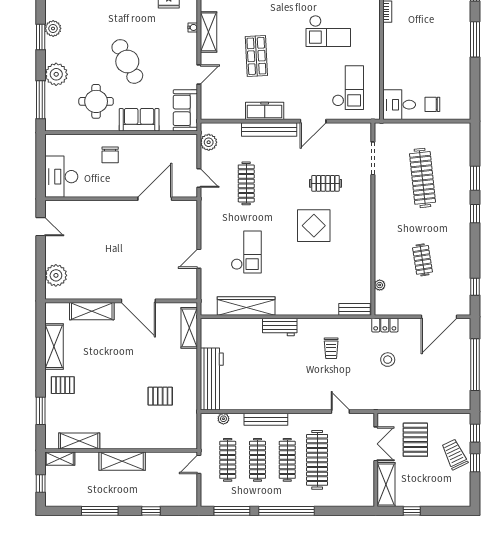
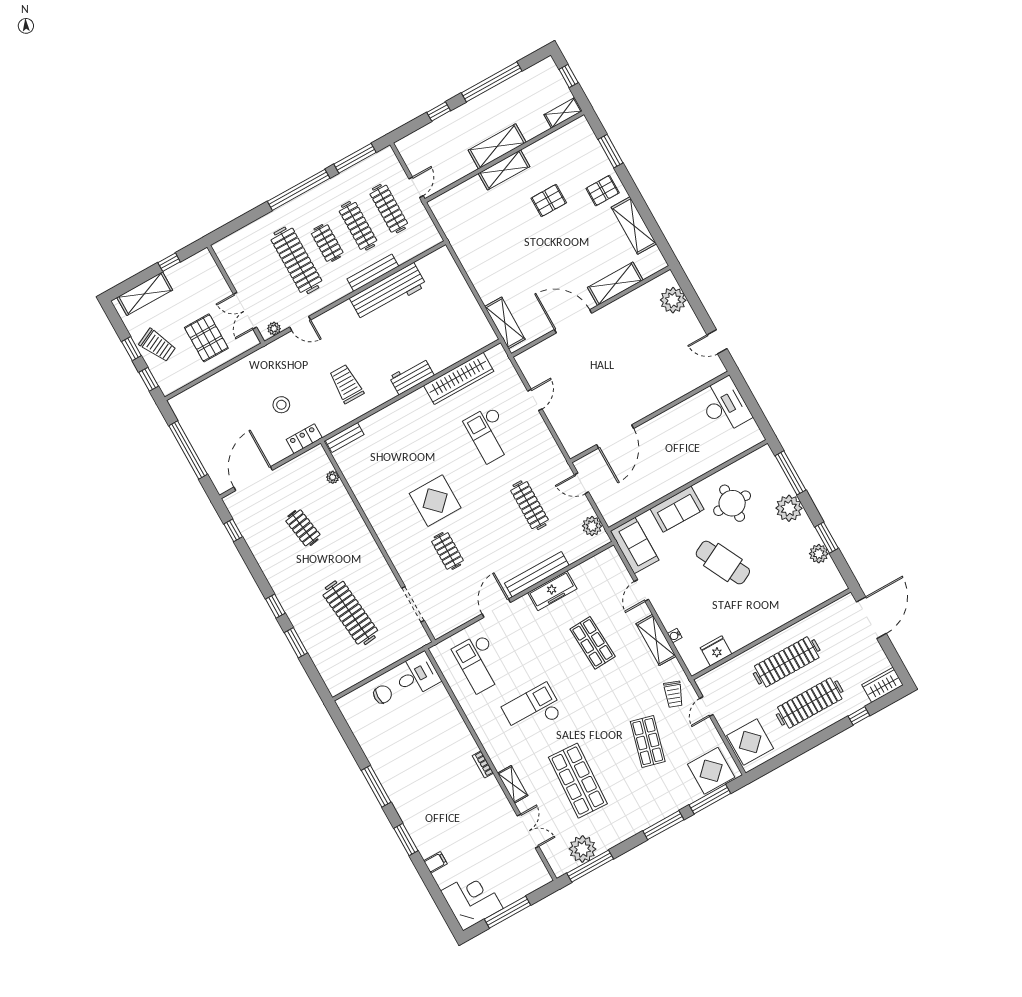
chair: (110, 155) -> (687, 456), removed
clothes rail: (326, 183) -> (447, 551), turned 90
trolley: (331, 348) -> (346, 384), width x1.36, depth x1.39
workbench: (212, 379) -> (388, 292), moved, turned -90
pallet: (160, 396) -> (549, 200), moved
plant: (223, 419) -> (274, 329), moved
shelving: (79, 441) -> (504, 170), moved
clothes rail: (287, 460) -> (327, 243), width x0.73
shelving: (386, 484) -> (145, 294), moved, turned 90
window: (100, 511) -> (492, 82), width x1.46

